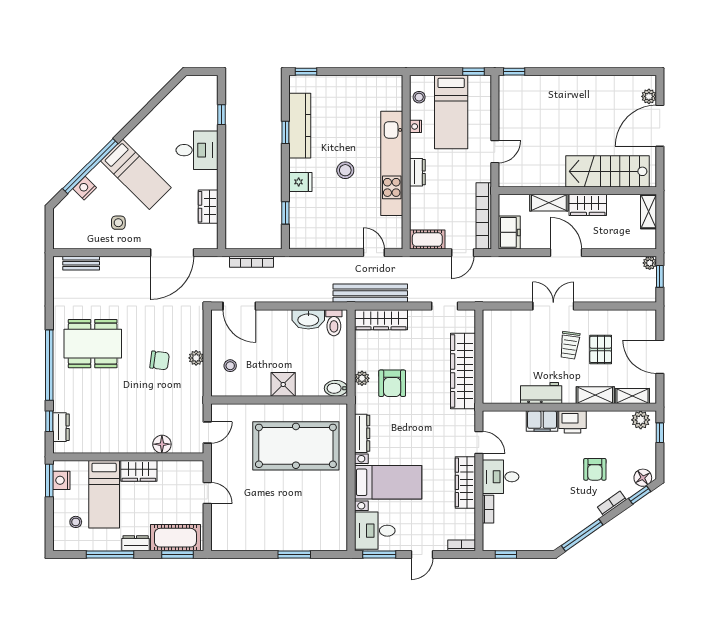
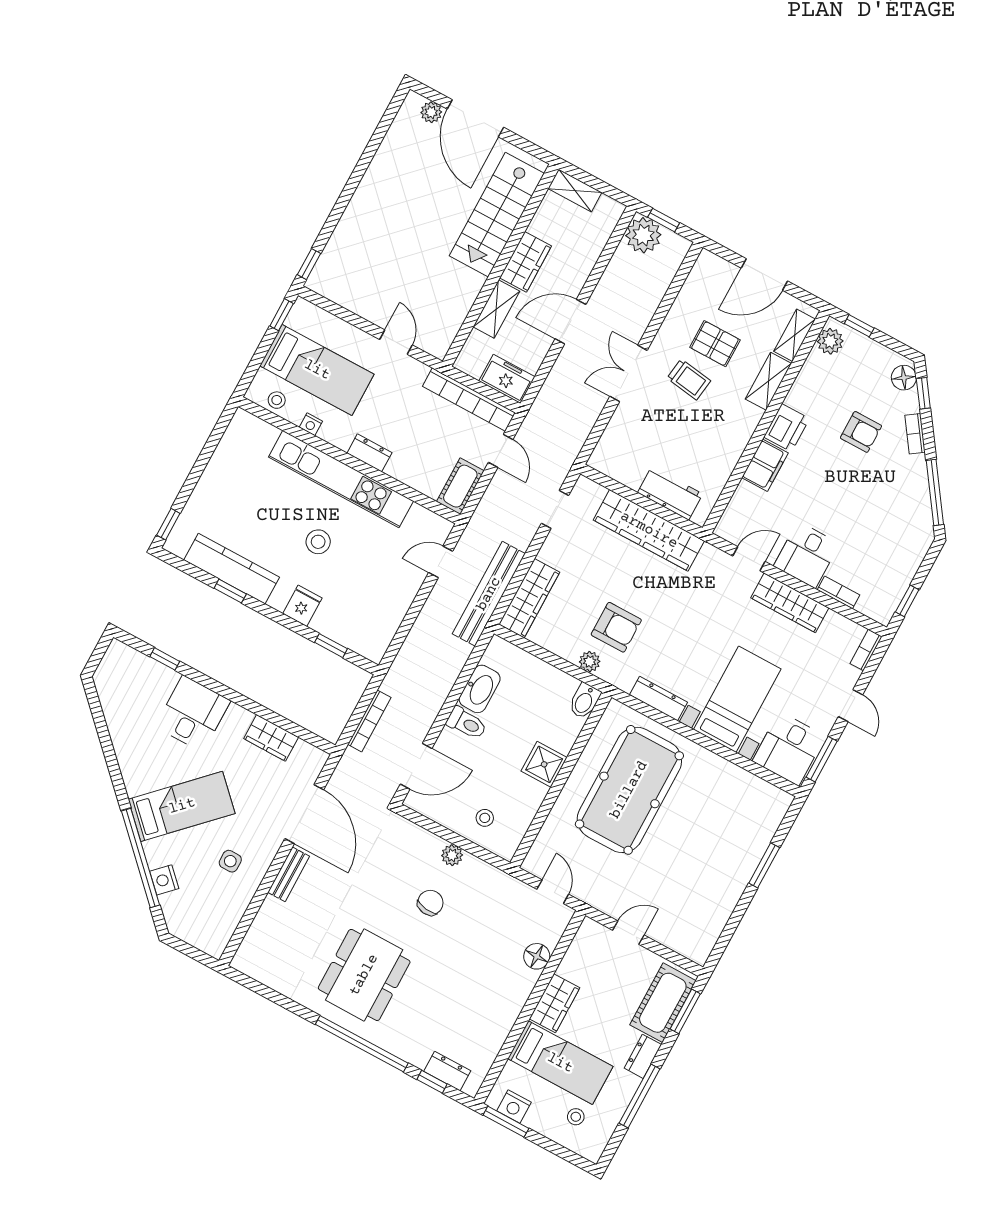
bench: (81, 263) -> (289, 874), moved
plant: (650, 263) -> (643, 235), width x1.87, depth x1.87
toilet: (334, 323) -> (467, 723), moved
workbench: (541, 393) -> (670, 493), moved, turned 90

